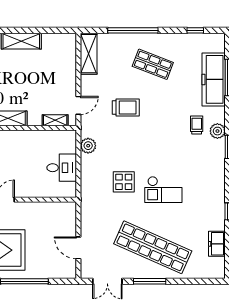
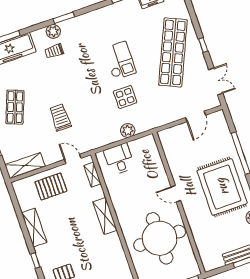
pallet: (58, 73) -> (51, 186), added
plant: (88, 146) -> (128, 131), moved
desk: (62, 168) -> (119, 159), moved
window: (150, 281) -> (203, 45), width x0.46

